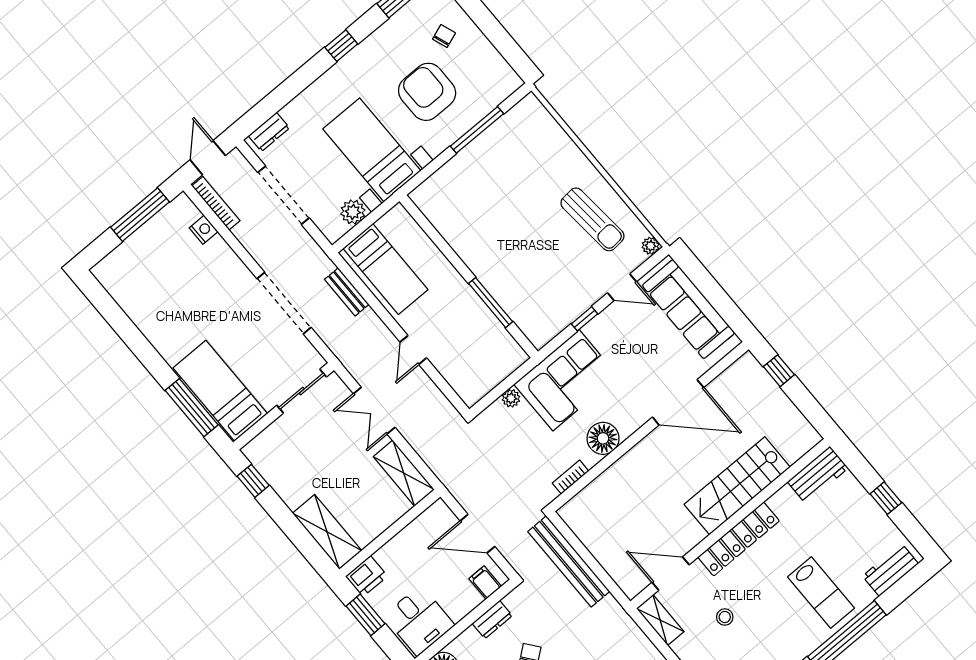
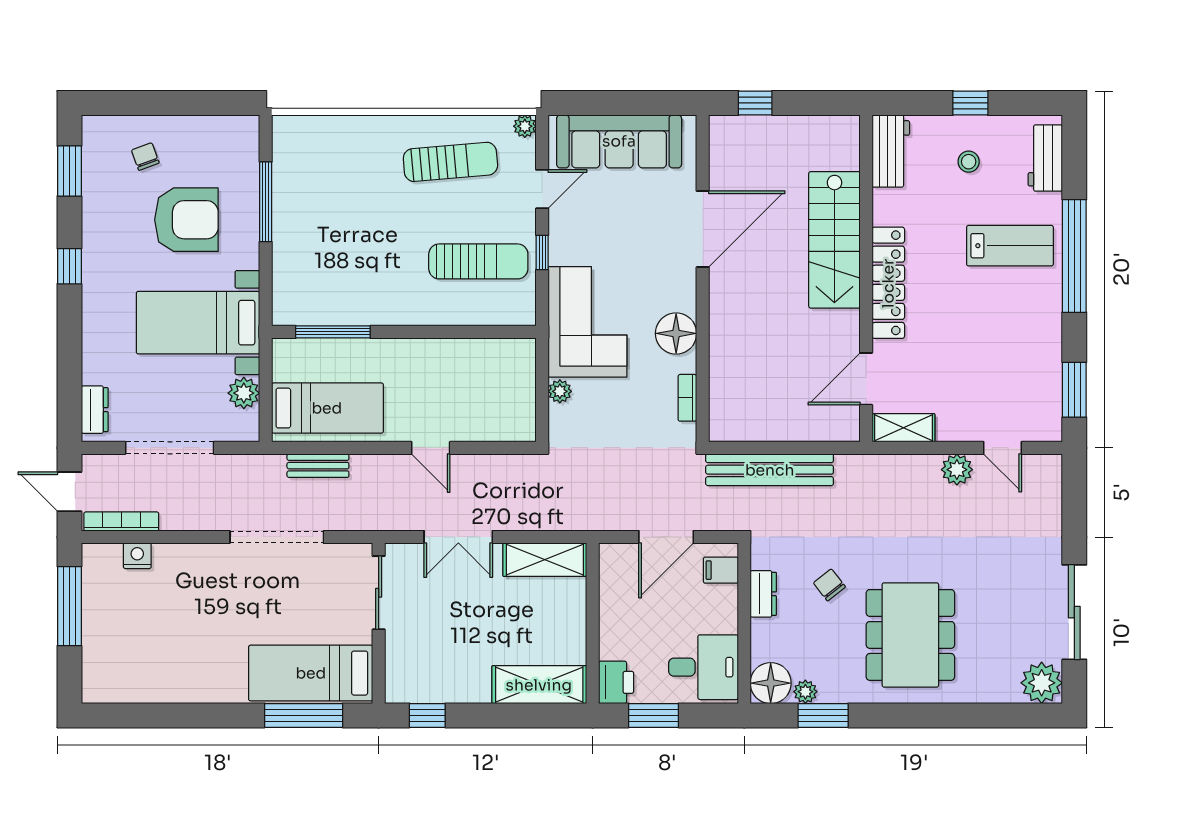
armchair: (427, 92) -> (186, 220), turned 180
sun lounger: (547, 285) -> (478, 261), added
window: (491, 303) -> (333, 332), moved
stool: (725, 617) -> (969, 162), moved

